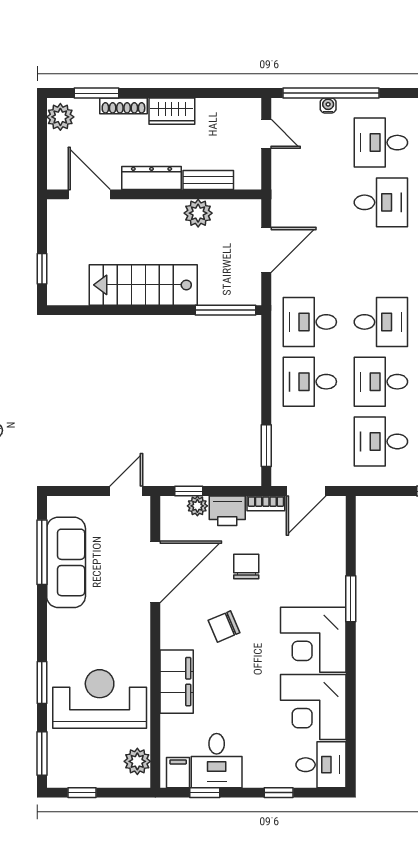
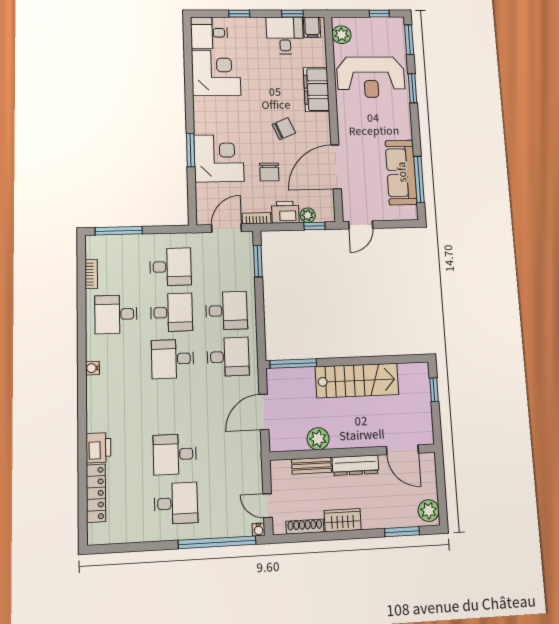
shoe rack: (123, 106) -> (305, 527), moved
water cooler: (328, 106) -> (259, 529), moved
corner desk: (313, 640) -> (219, 158), moved

